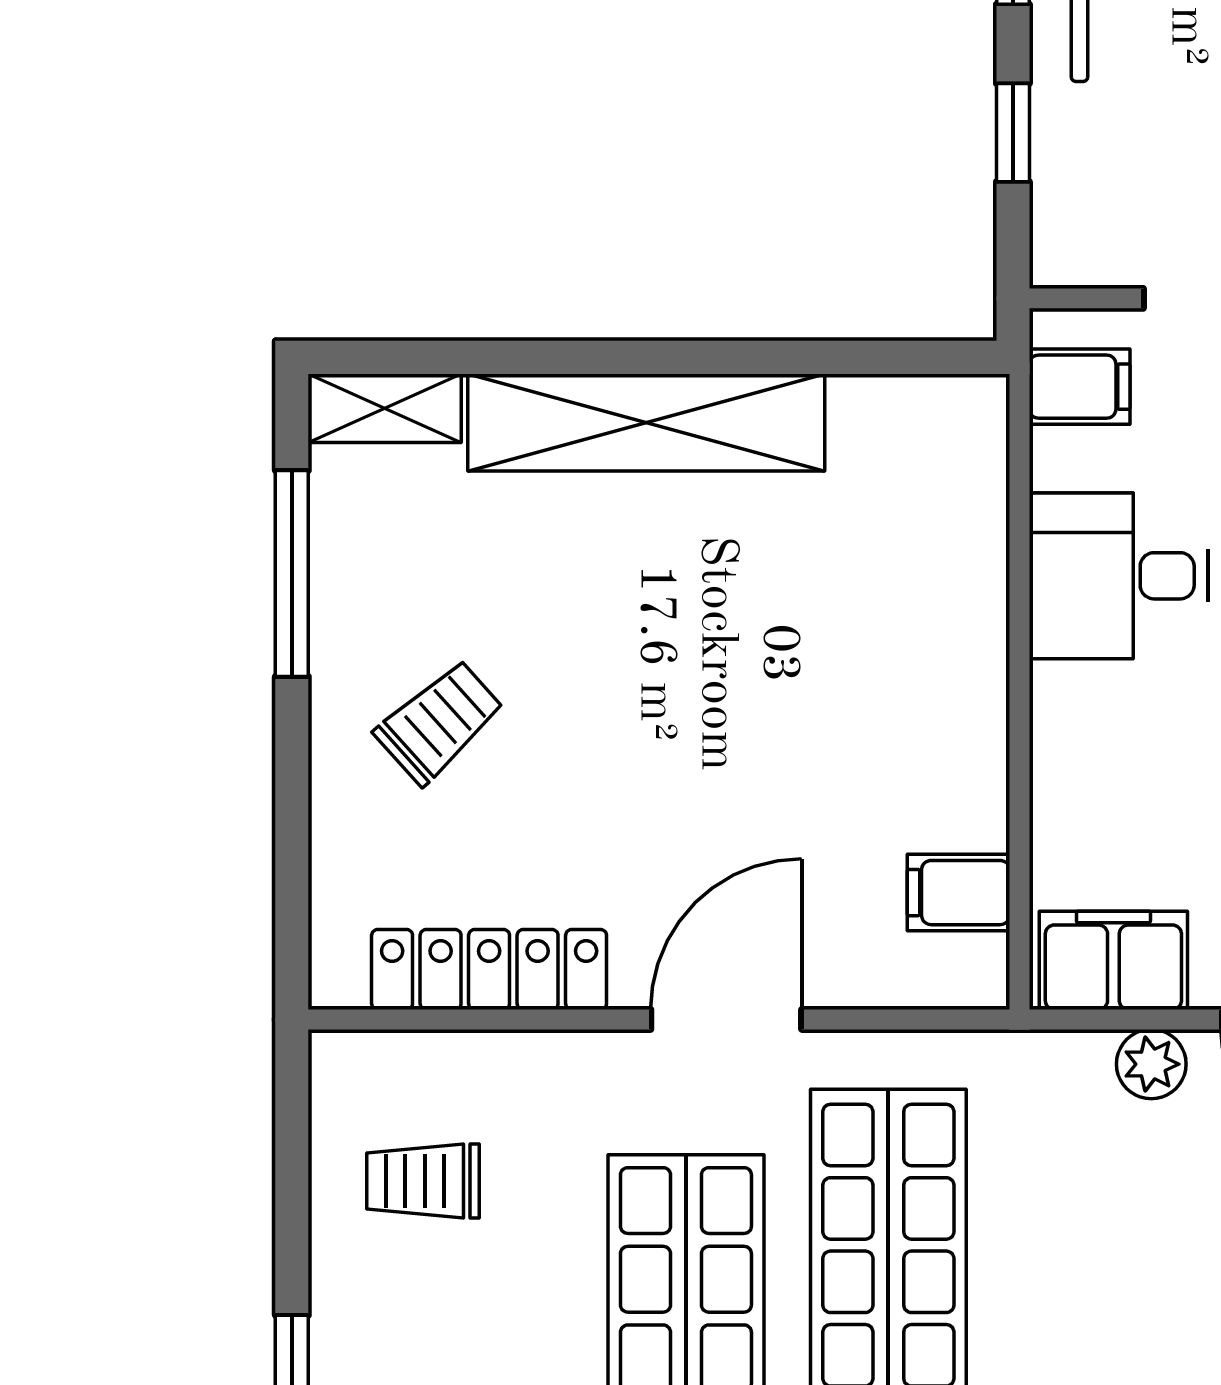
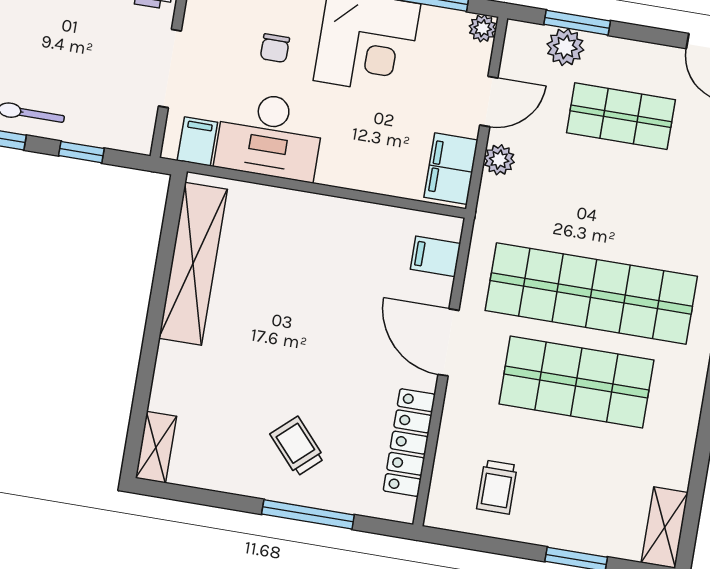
shelving: (646, 422) -> (193, 264), moved
window: (292, 573) -> (308, 514), moved
desk: (1119, 576) -> (270, 136), width x1.37
filing cabinet: (958, 893) -> (435, 256), moved, turned 90

